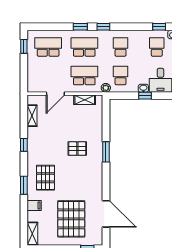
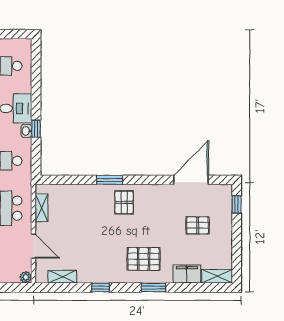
plant: (106, 88) -> (26, 277), moved
pallet: (77, 149) -> (124, 202), moved
filing cabinet: (34, 205) -> (187, 274), width x2.00
pallet: (71, 219) -> (198, 225), width x0.49, depth x0.50

